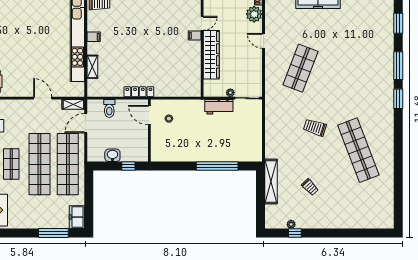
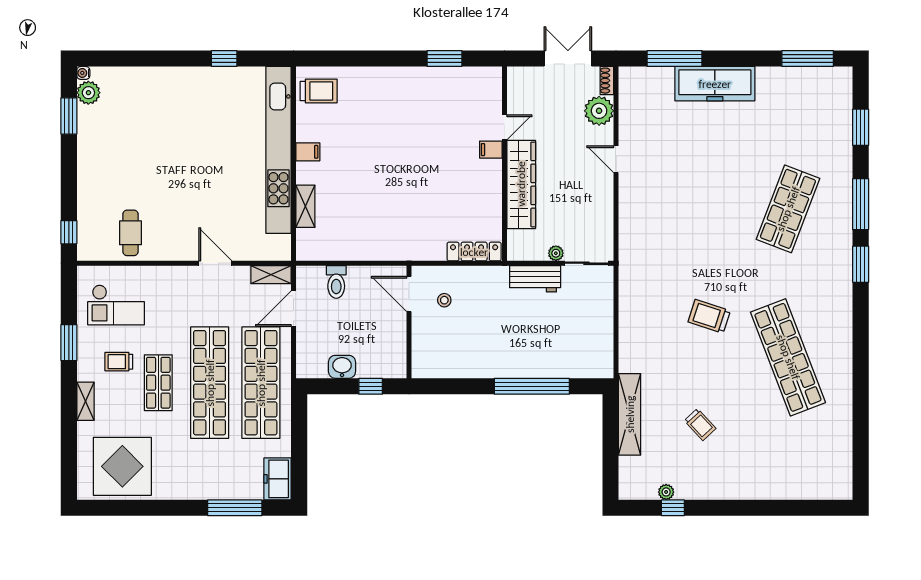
shop shelf: (301, 68) -> (788, 209), moved
locker: (139, 92) -> (474, 252), moved

